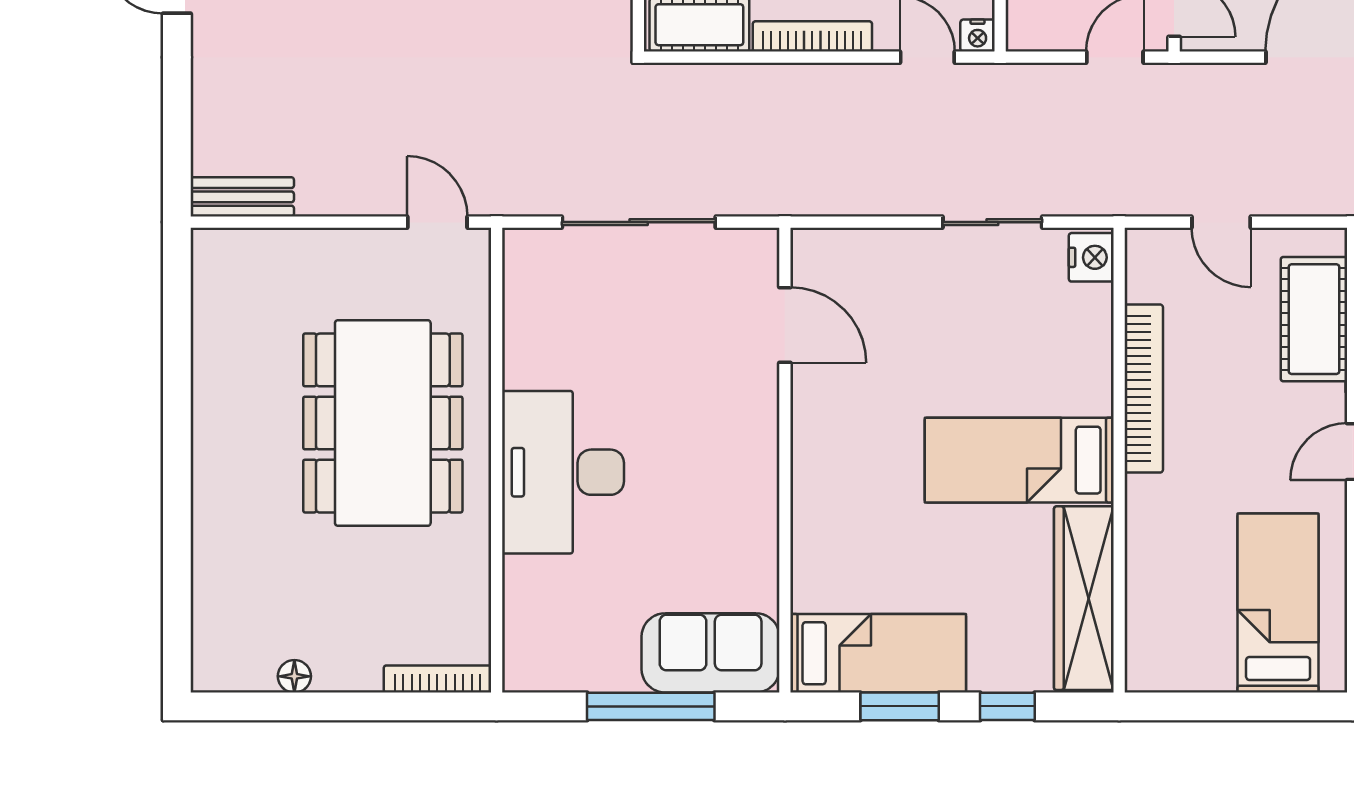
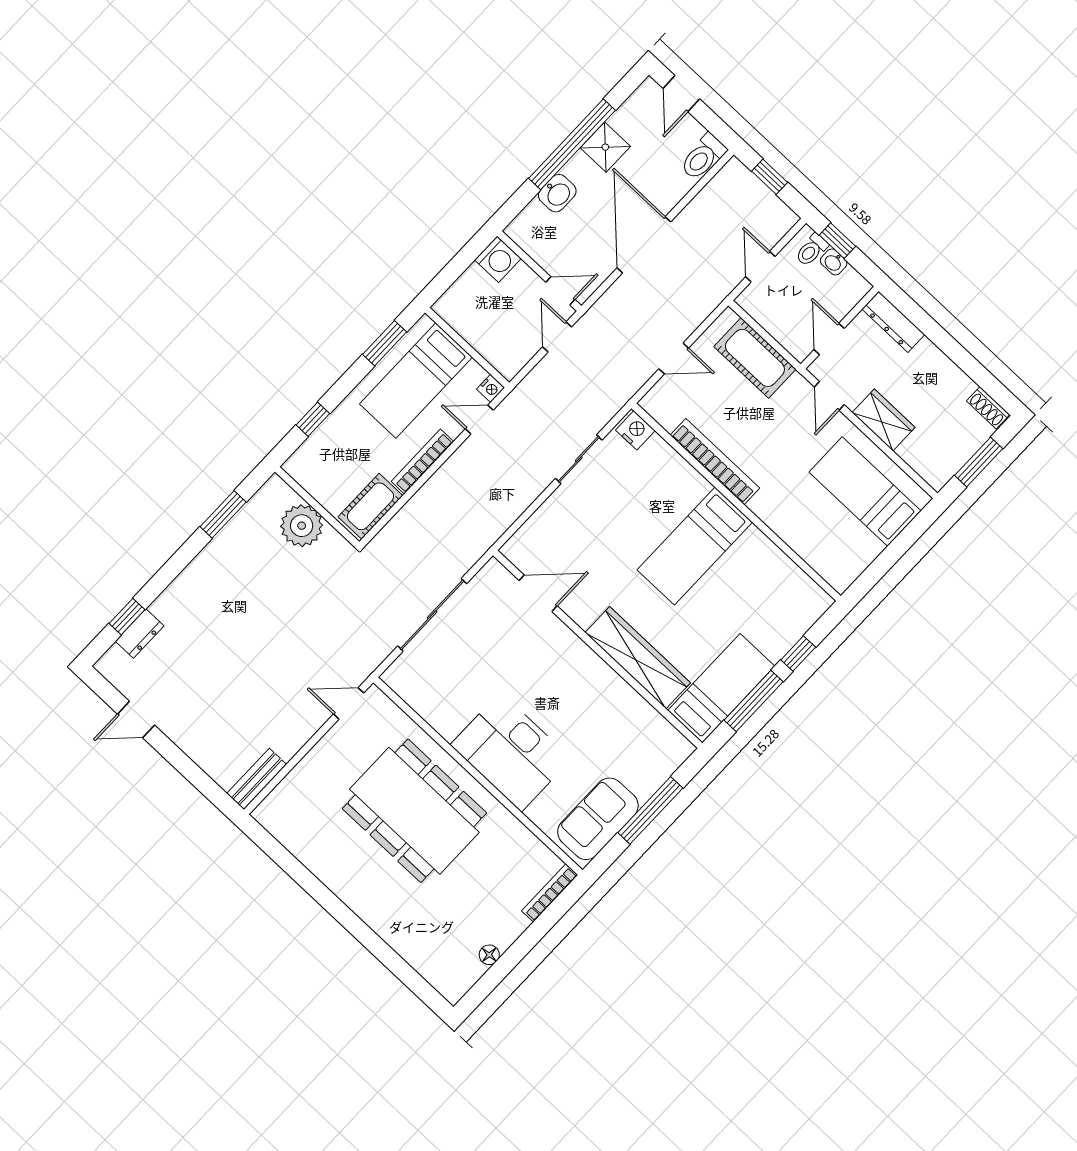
wardrobe: (1084, 598) -> (638, 658), moved, turned 180
sofa: (711, 653) -> (598, 819), moved
window: (900, 706) -> (754, 701), width x1.44

